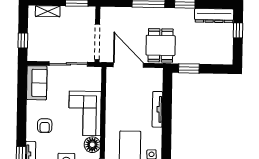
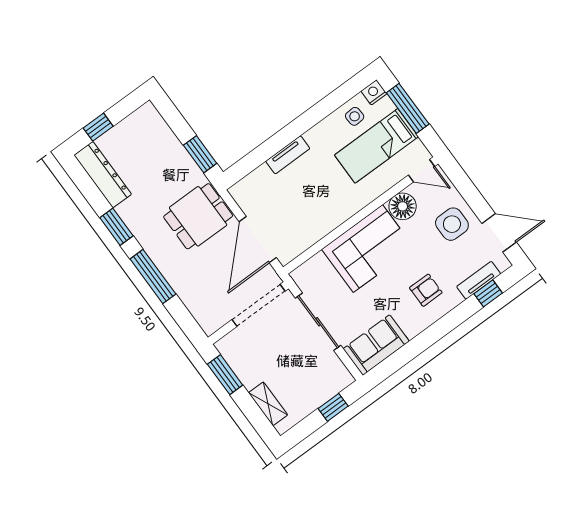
tv unit: (157, 109) -> (288, 155), width x0.71

